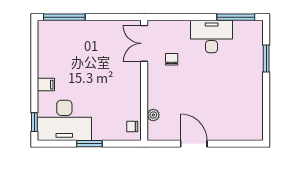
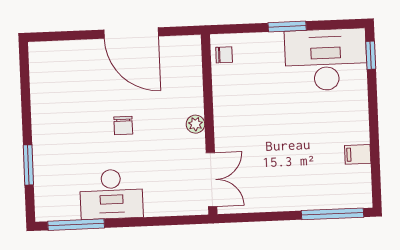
chair: (172, 59) -> (123, 126), moved
filing cabinet: (46, 85) -> (358, 154), moved
plant: (153, 115) -> (195, 124), moved
door: (194, 144) -> (131, 33), width x1.36

